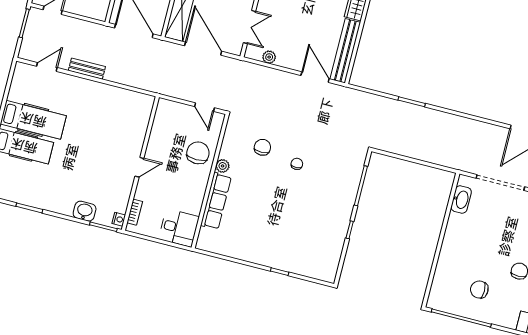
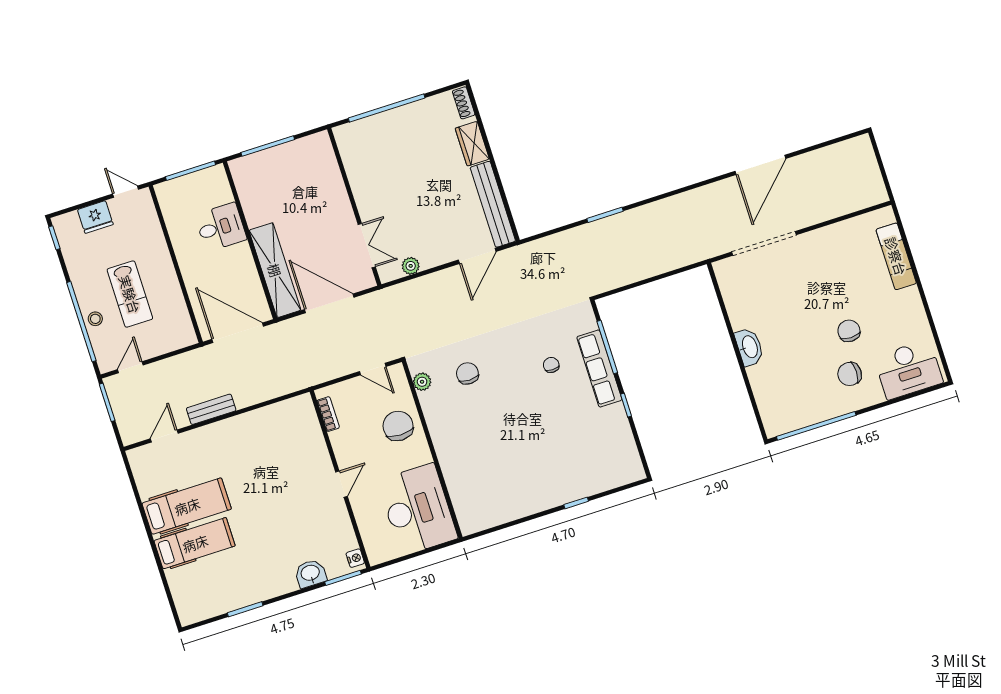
door: (315, 77) -> (477, 256), swing flipped
chair: (297, 164) -> (551, 365), moved
plant: (223, 166) -> (422, 382), moved
washbasin: (461, 199) -> (749, 347), moved
row of seats: (216, 201) -> (599, 368), moved, turned 180
bookcase: (135, 212) -> (328, 414), moved
desk: (179, 228) -> (418, 509), width x1.87, depth x1.30
chair: (479, 290) -> (850, 374), moved

